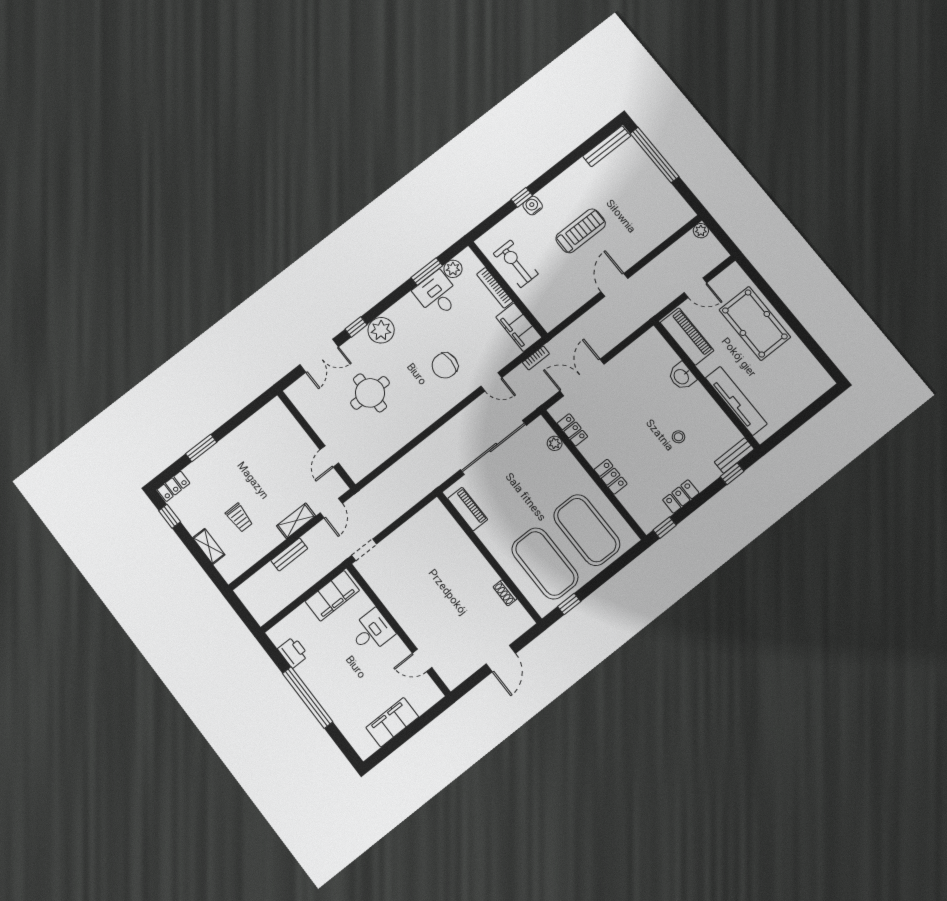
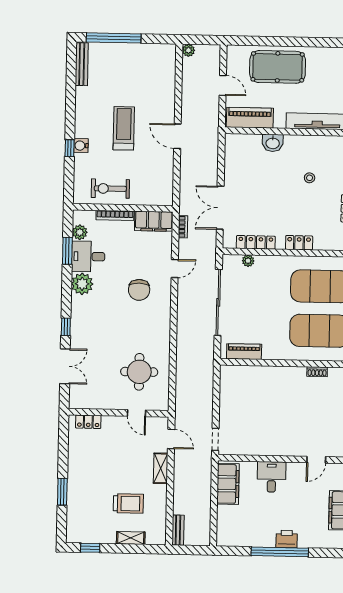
door: (695, 288) -> (223, 85), hinge flipped
plant: (381, 330) -> (82, 284), moved
round table: (370, 393) -> (139, 372), moved
locker: (572, 430) -> (256, 242), width x1.53
locker: (173, 486) -> (88, 422), moved, turned 90
trolley: (239, 518) -> (128, 503), width x1.36, depth x1.39
bench: (289, 555) -> (178, 530), moved
printer: (293, 652) -> (287, 539), moved

